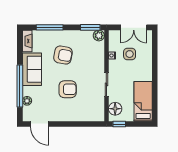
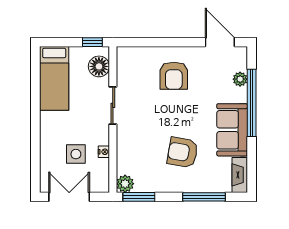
armchair: (68, 89) -> (174, 76), moved, turned -90

